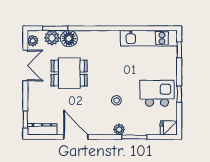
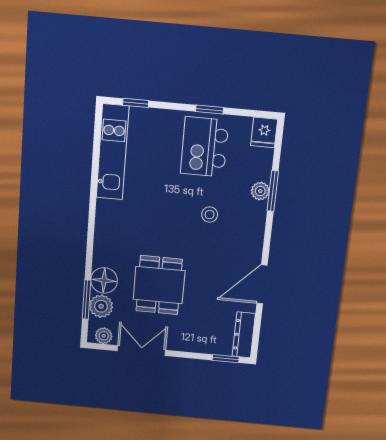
plant: (119, 130) -> (260, 191), moved

